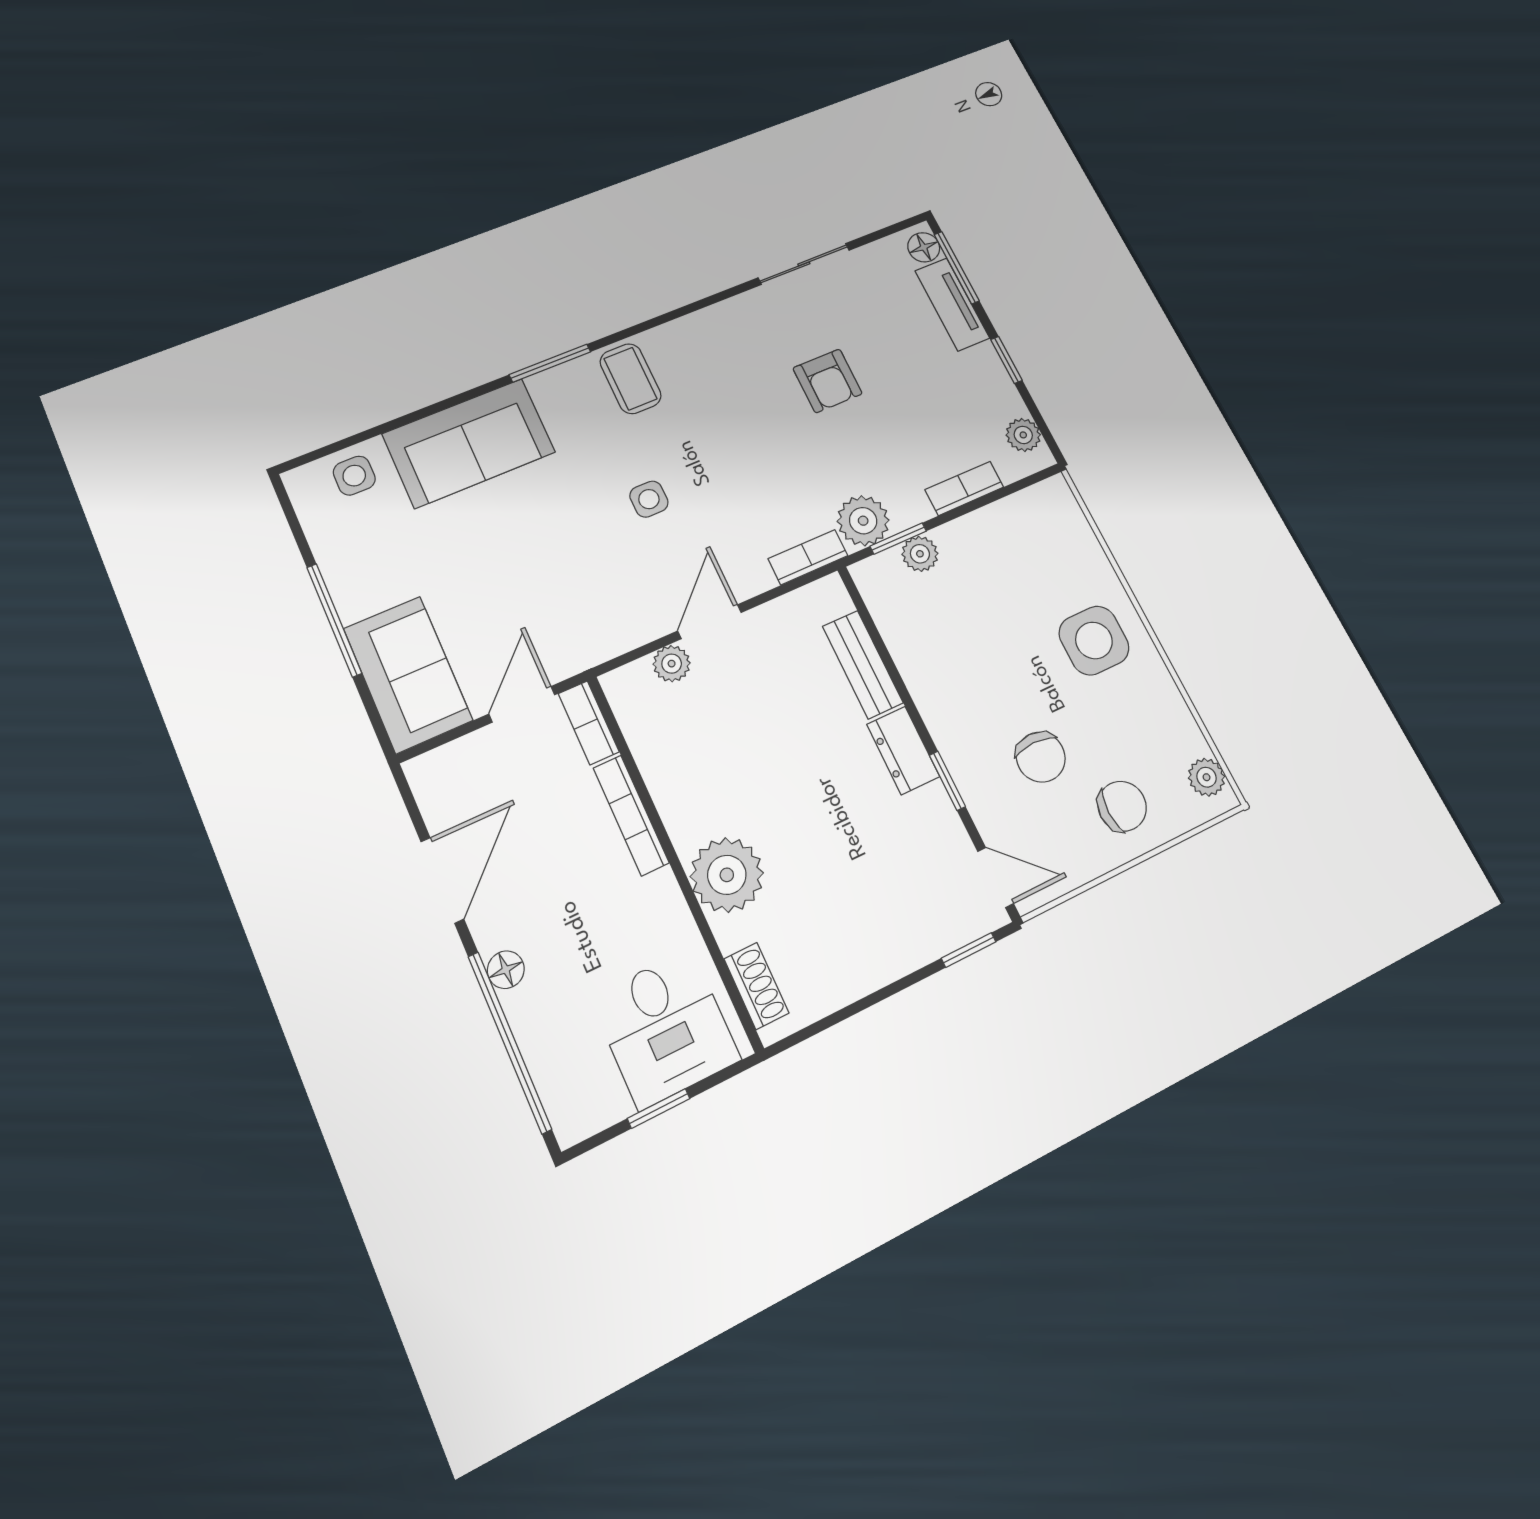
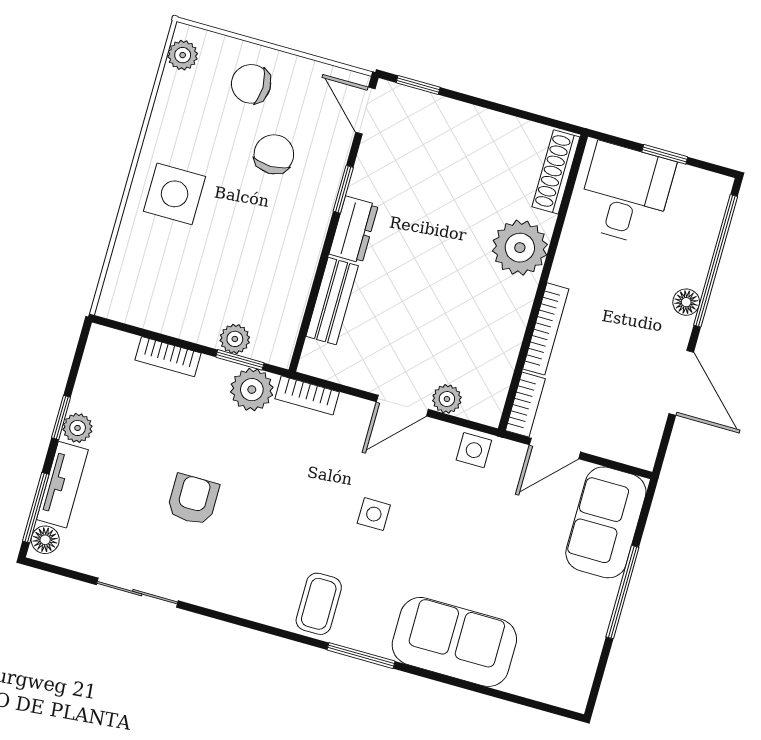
plant: (1023, 435) -> (78, 428), moved
side table: (354, 476) -> (474, 450), moved
door: (442, 880) -> (681, 383), swing flipped
shoe rack: (756, 986) -> (556, 172), width x1.43

